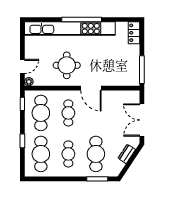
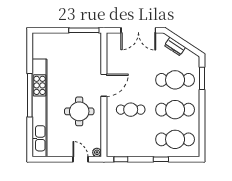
locker: (134, 33) -> (44, 39), removed
cafe table: (41, 113) -> (131, 139), removed
cafe table: (68, 154) -> (175, 110), width x1.37, depth x1.35

